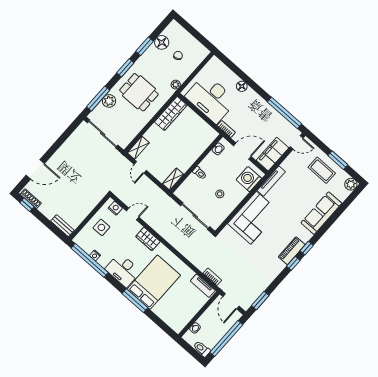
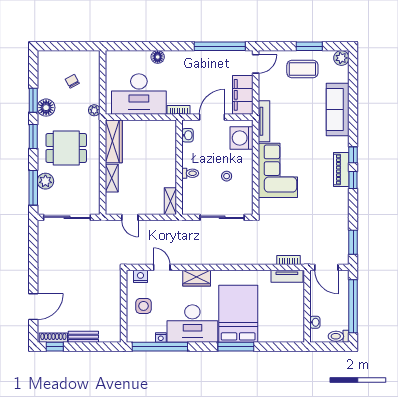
floor lamp: (162, 42) -> (46, 108), moved
shelving: (138, 148) -> (112, 178), moved
door: (133, 214) -> (162, 267), hinge flipped
bench: (62, 226) -> (83, 337), moved
desk: (123, 270) -> (192, 324), width x1.36, depth x1.30

